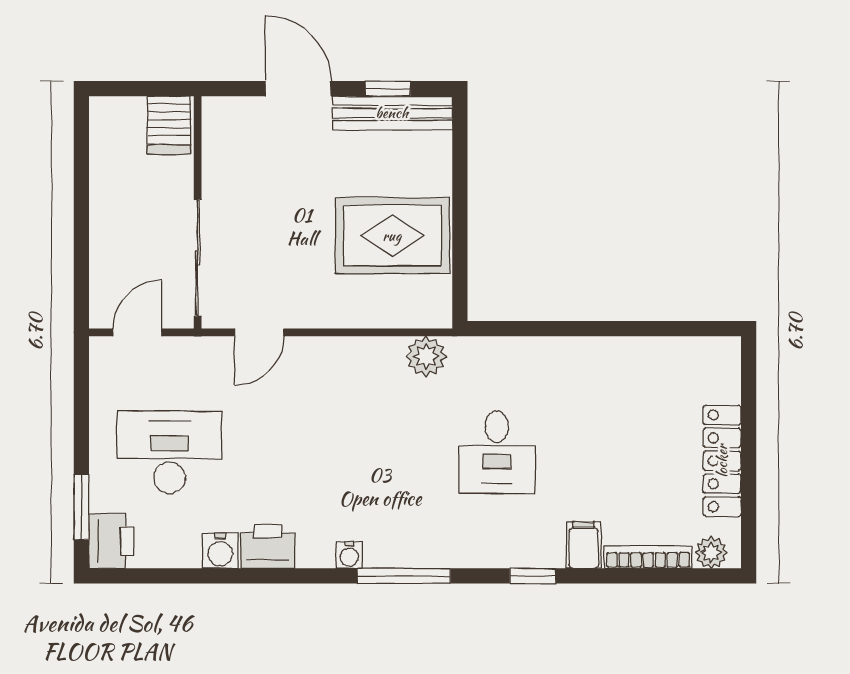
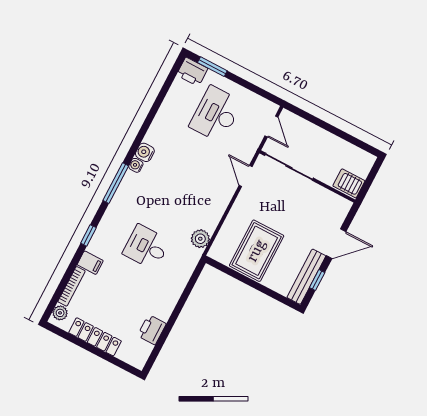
desk: (170, 452) -> (216, 114), turned 180
printer: (268, 546) -> (152, 330), moved, turned 180
water cooler: (220, 551) -> (145, 152), moved

